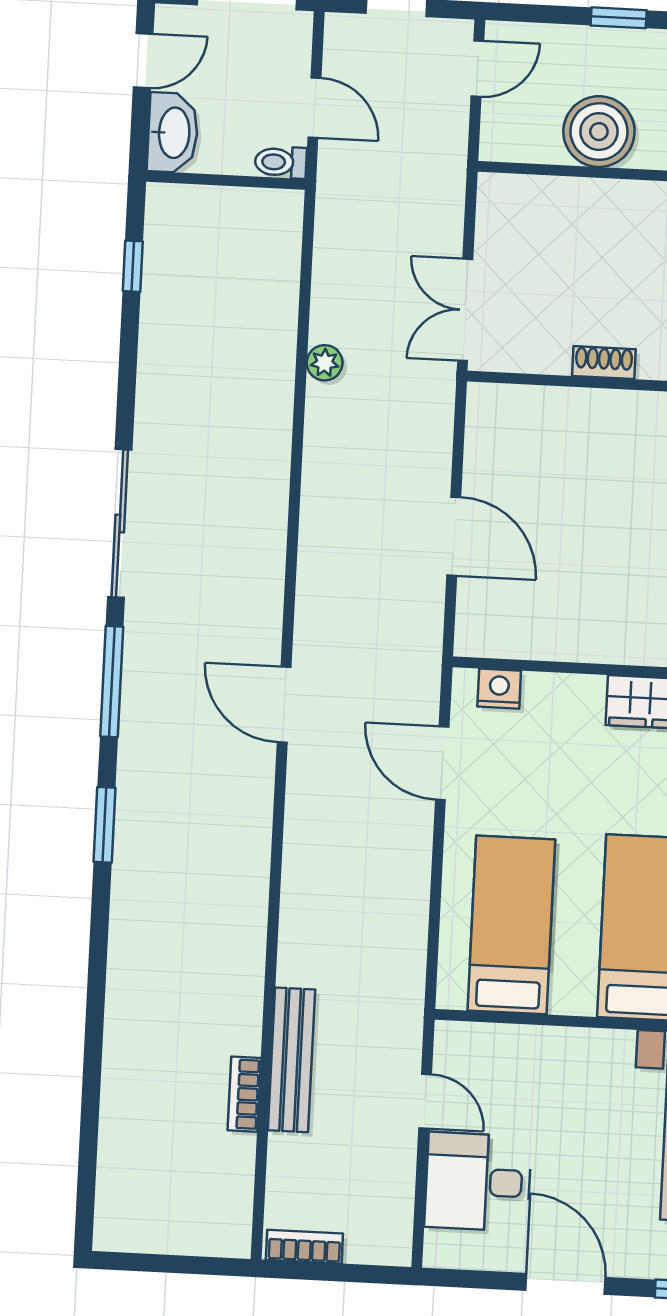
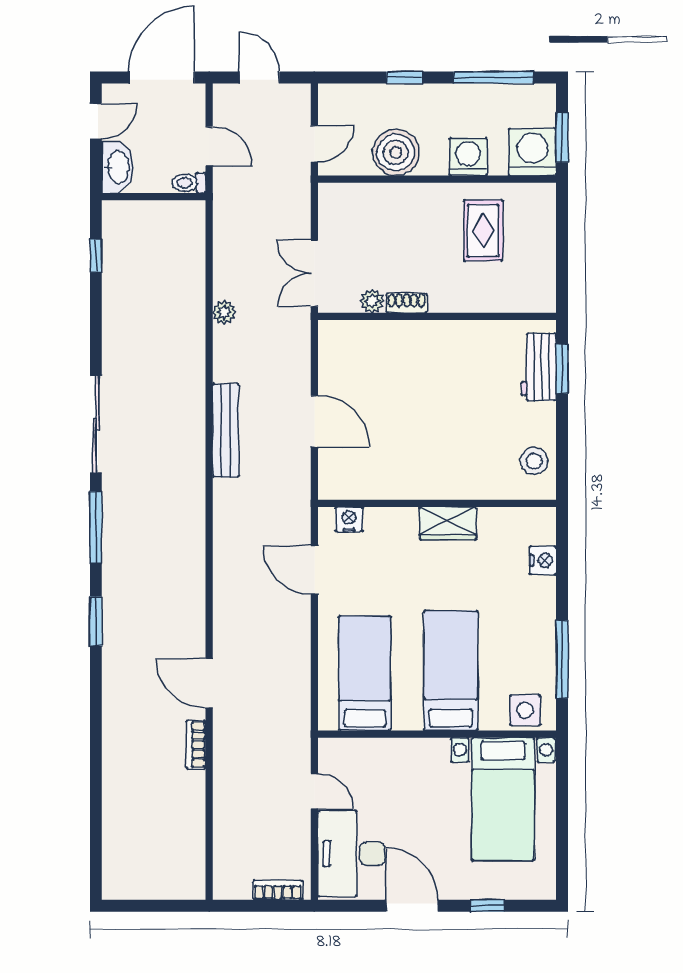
door: (477, 69) -> (314, 144), moved
plant: (551, 357) -> (372, 301), added
door: (284, 705) -> (209, 683), moved
bench: (292, 1060) -> (226, 430), moved
bookcase: (244, 1094) -> (196, 745), moved
desk: (478, 1182) -> (352, 854), width x1.37
bookcase: (304, 1247) -> (278, 890), moved

